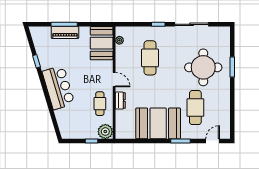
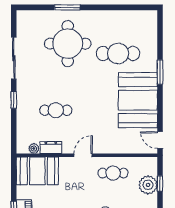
cafe table: (150, 58) -> (56, 110), width x0.73, depth x0.74
dresser: (120, 101) -> (51, 148), moved
plant: (105, 132) -> (148, 185), moved
door: (213, 141) -> (160, 140), moved

